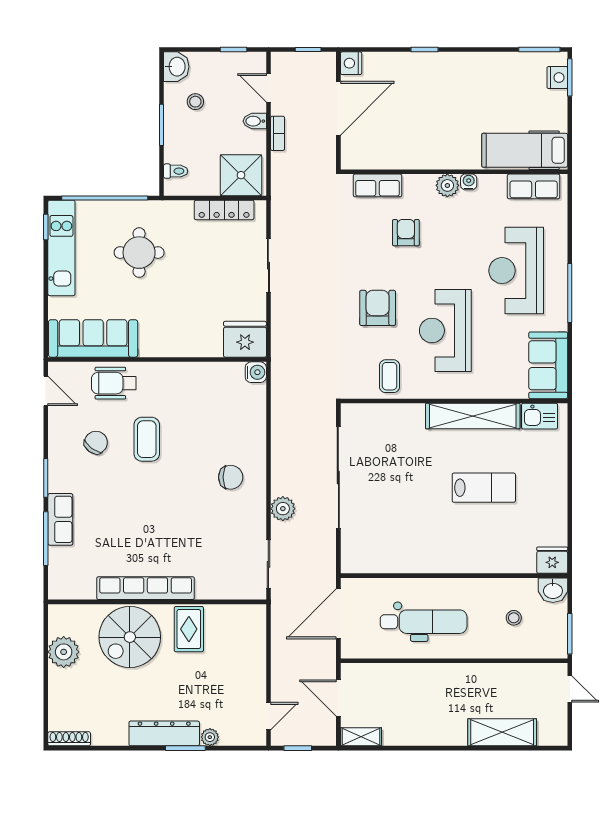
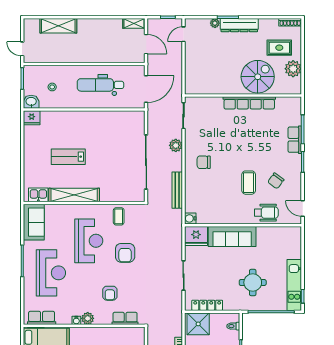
sofa: (93, 338) -> (232, 237), moved
bench: (280, 425) -> (177, 190), added
rug: (189, 629) -> (279, 48), moved, turned 90

